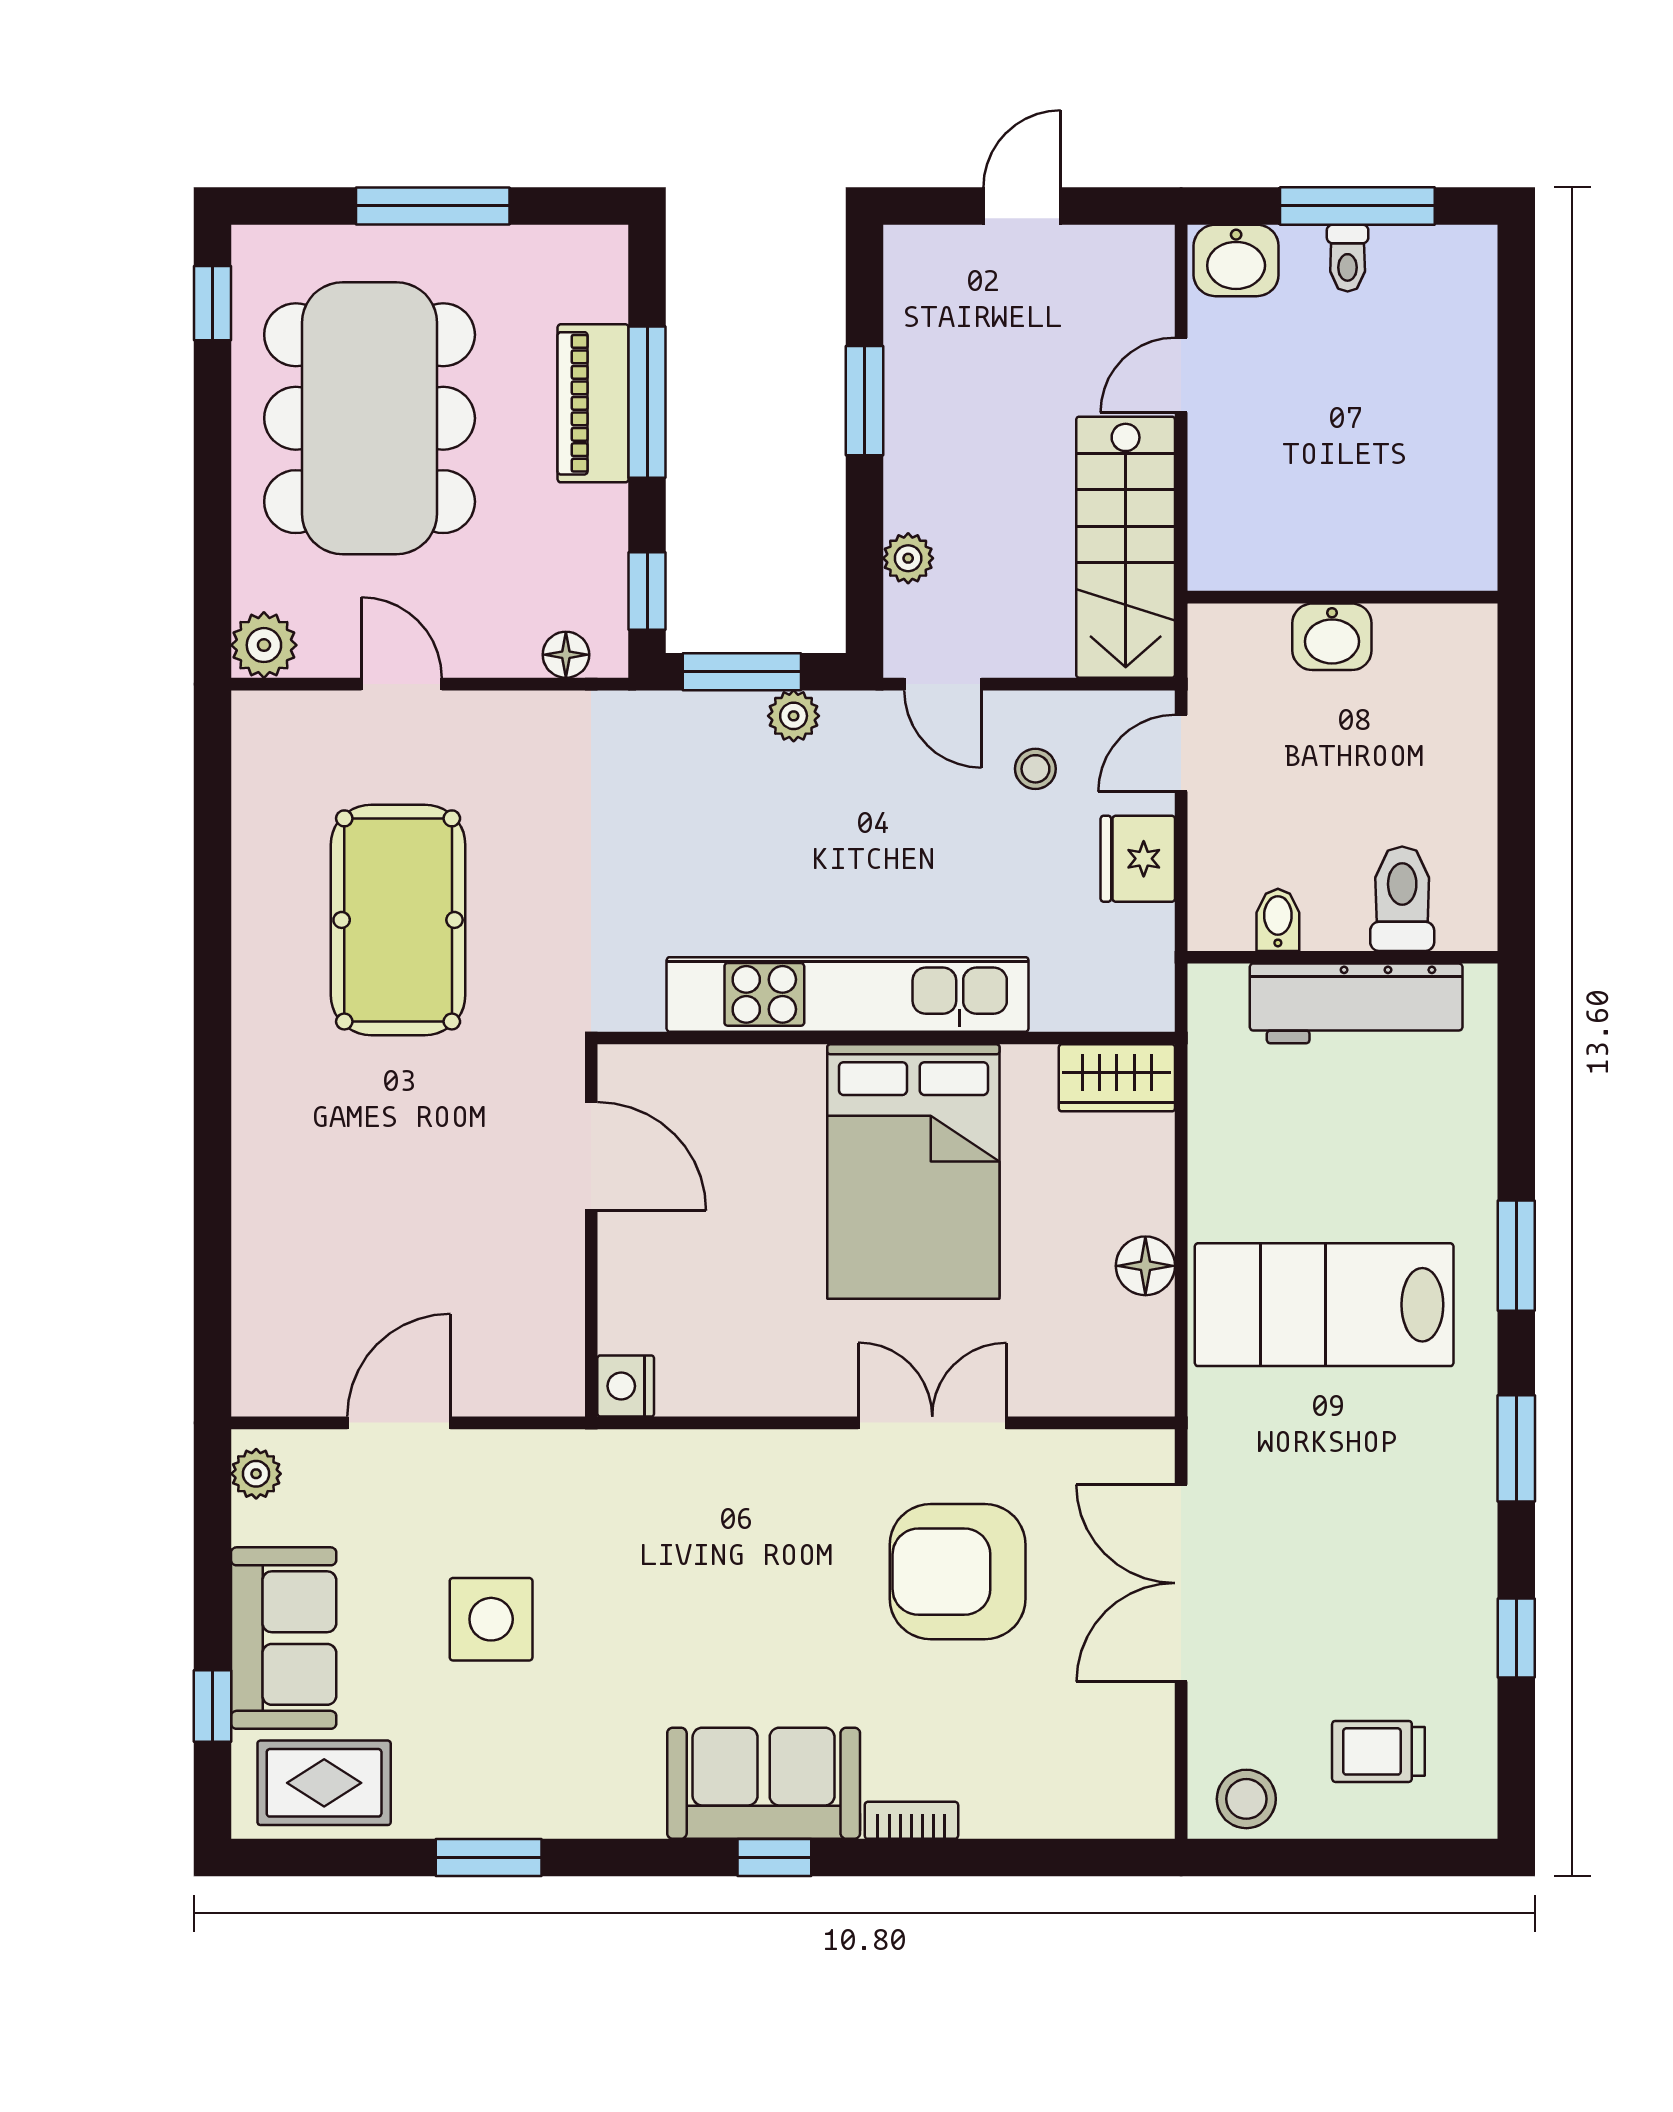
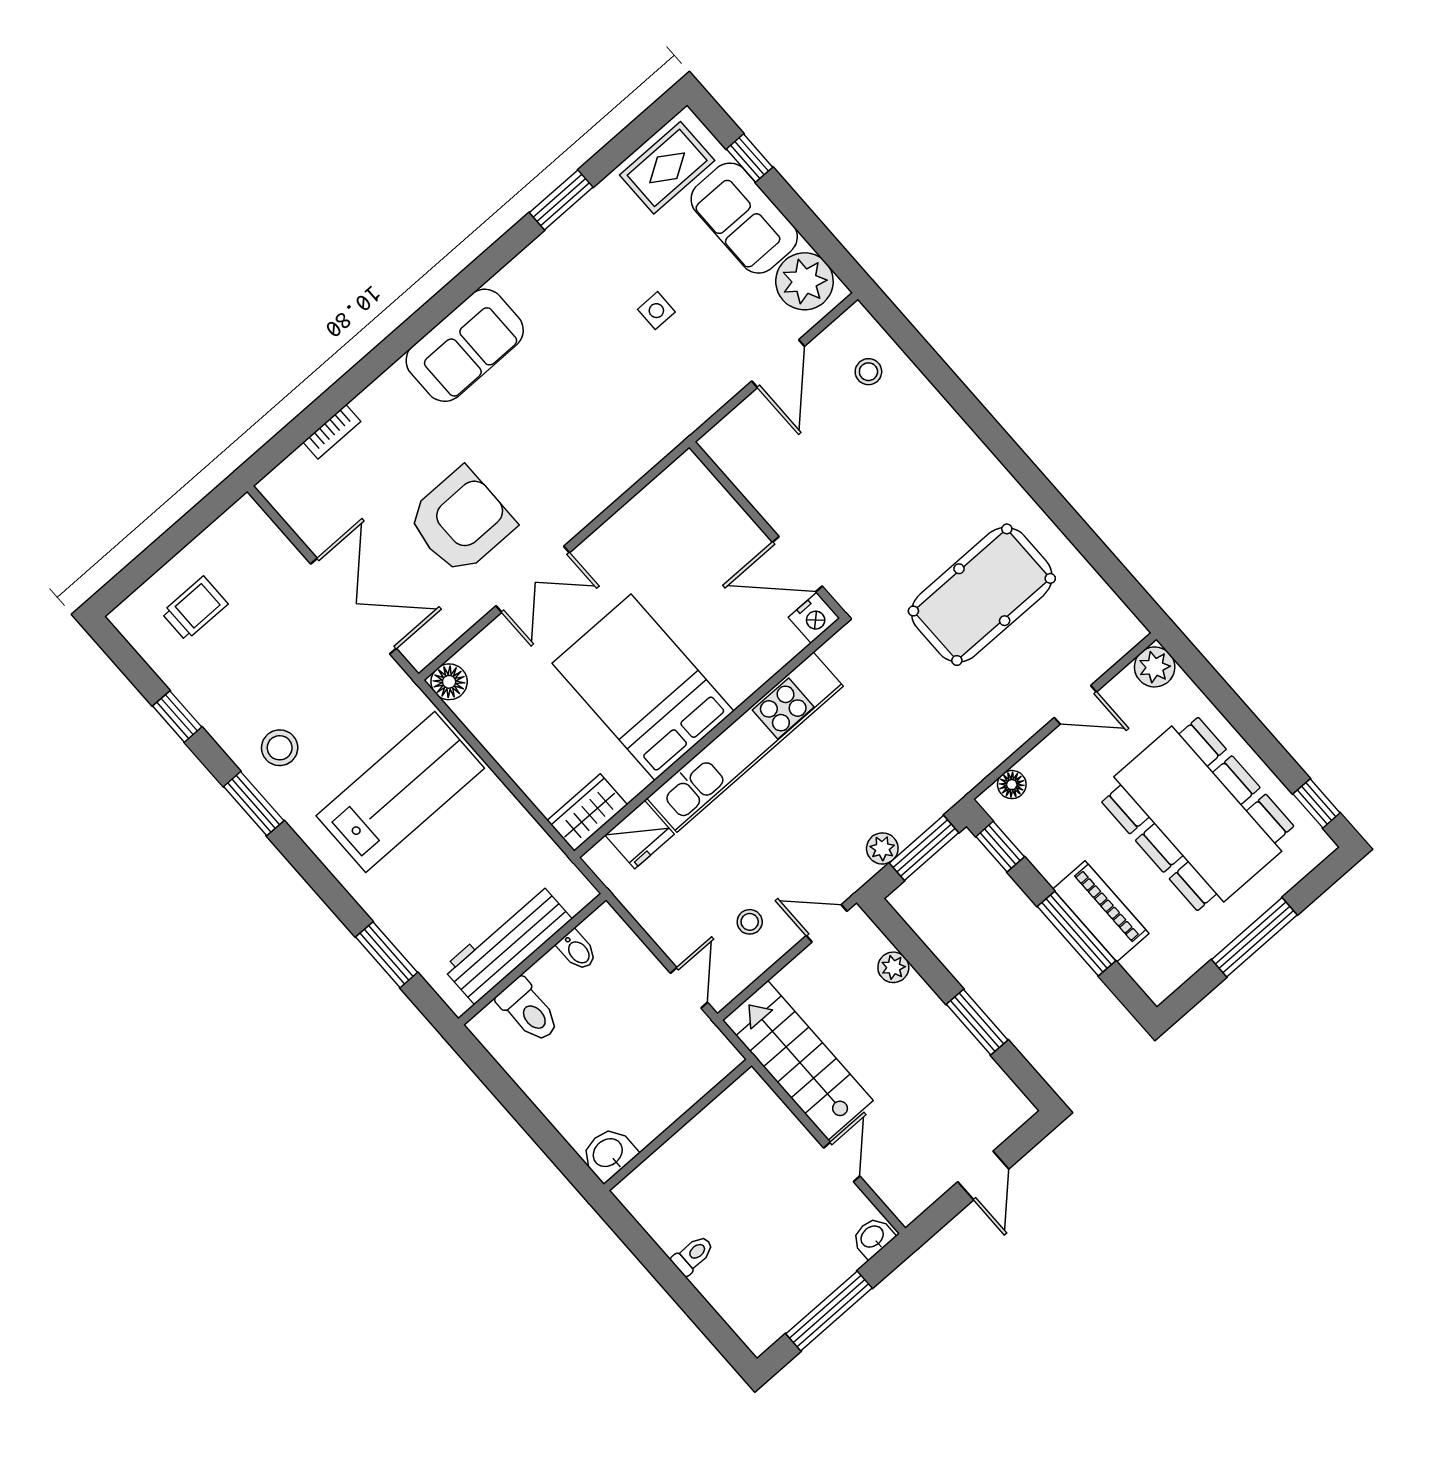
toilet: (1348, 258) -> (693, 1255), moved, turned 90
washbasin: (1236, 260) -> (873, 1237), width x0.72, depth x0.69
washbasin: (1332, 637) -> (609, 1153), moved
fridge: (1138, 859) -> (640, 835), moved, turned 90
pool table: (398, 920) -> (982, 595), turned 90
window: (1516, 1256) -> (386, 955), moved
floor lamp: (1145, 1266) -> (449, 682), moved
stool: (297, 1316) -> (868, 372), added
nightstand: (626, 1386) -> (814, 618), moved, turned 90
plant: (256, 1474) -> (804, 281), width x1.88, depth x1.88
side table: (491, 1619) -> (656, 311), width x0.54, depth x0.54
stool: (1246, 1799) -> (280, 748), moved
bookcase: (911, 1820) -> (332, 432), moved
window: (774, 1858) -> (430, 315), removed

